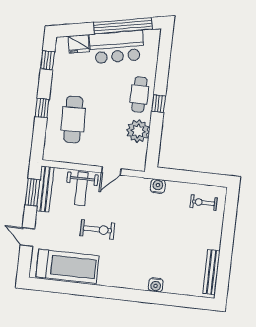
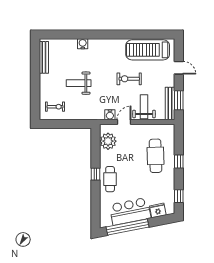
plant: (138, 131) -> (108, 141), moved
water cooler: (158, 186) -> (110, 115), moved
weight bench: (167, 231) -> (79, 83), added

